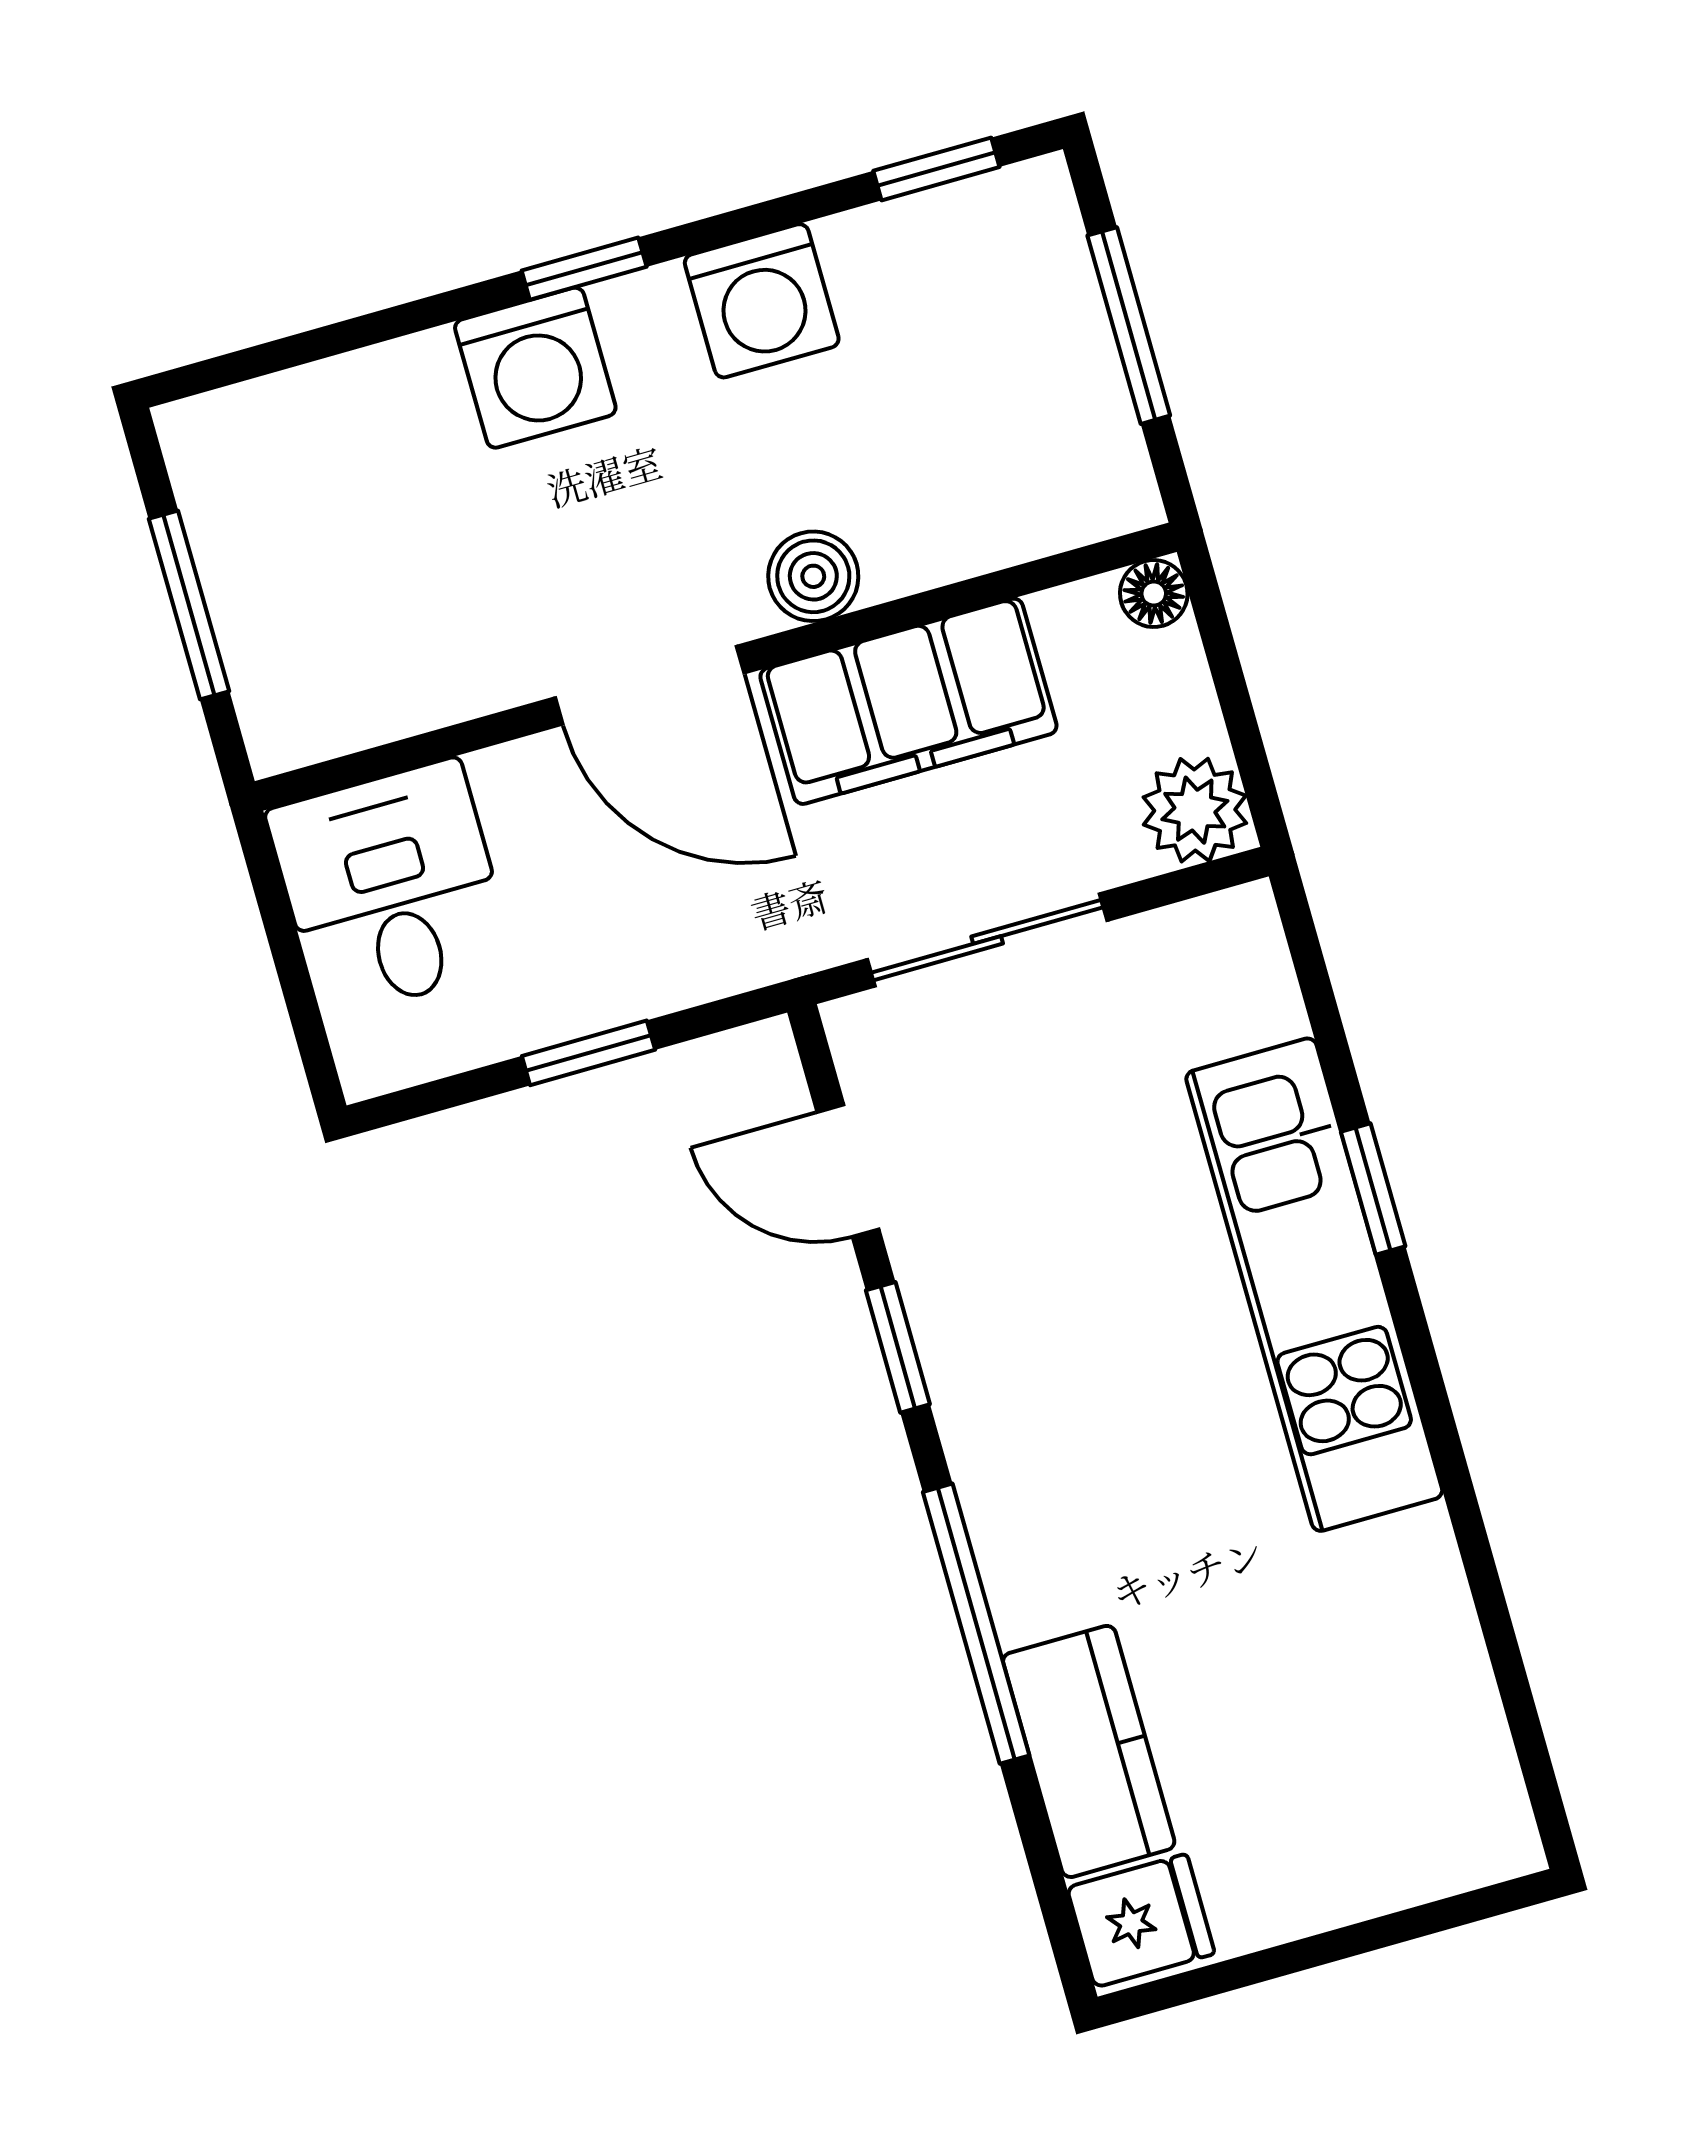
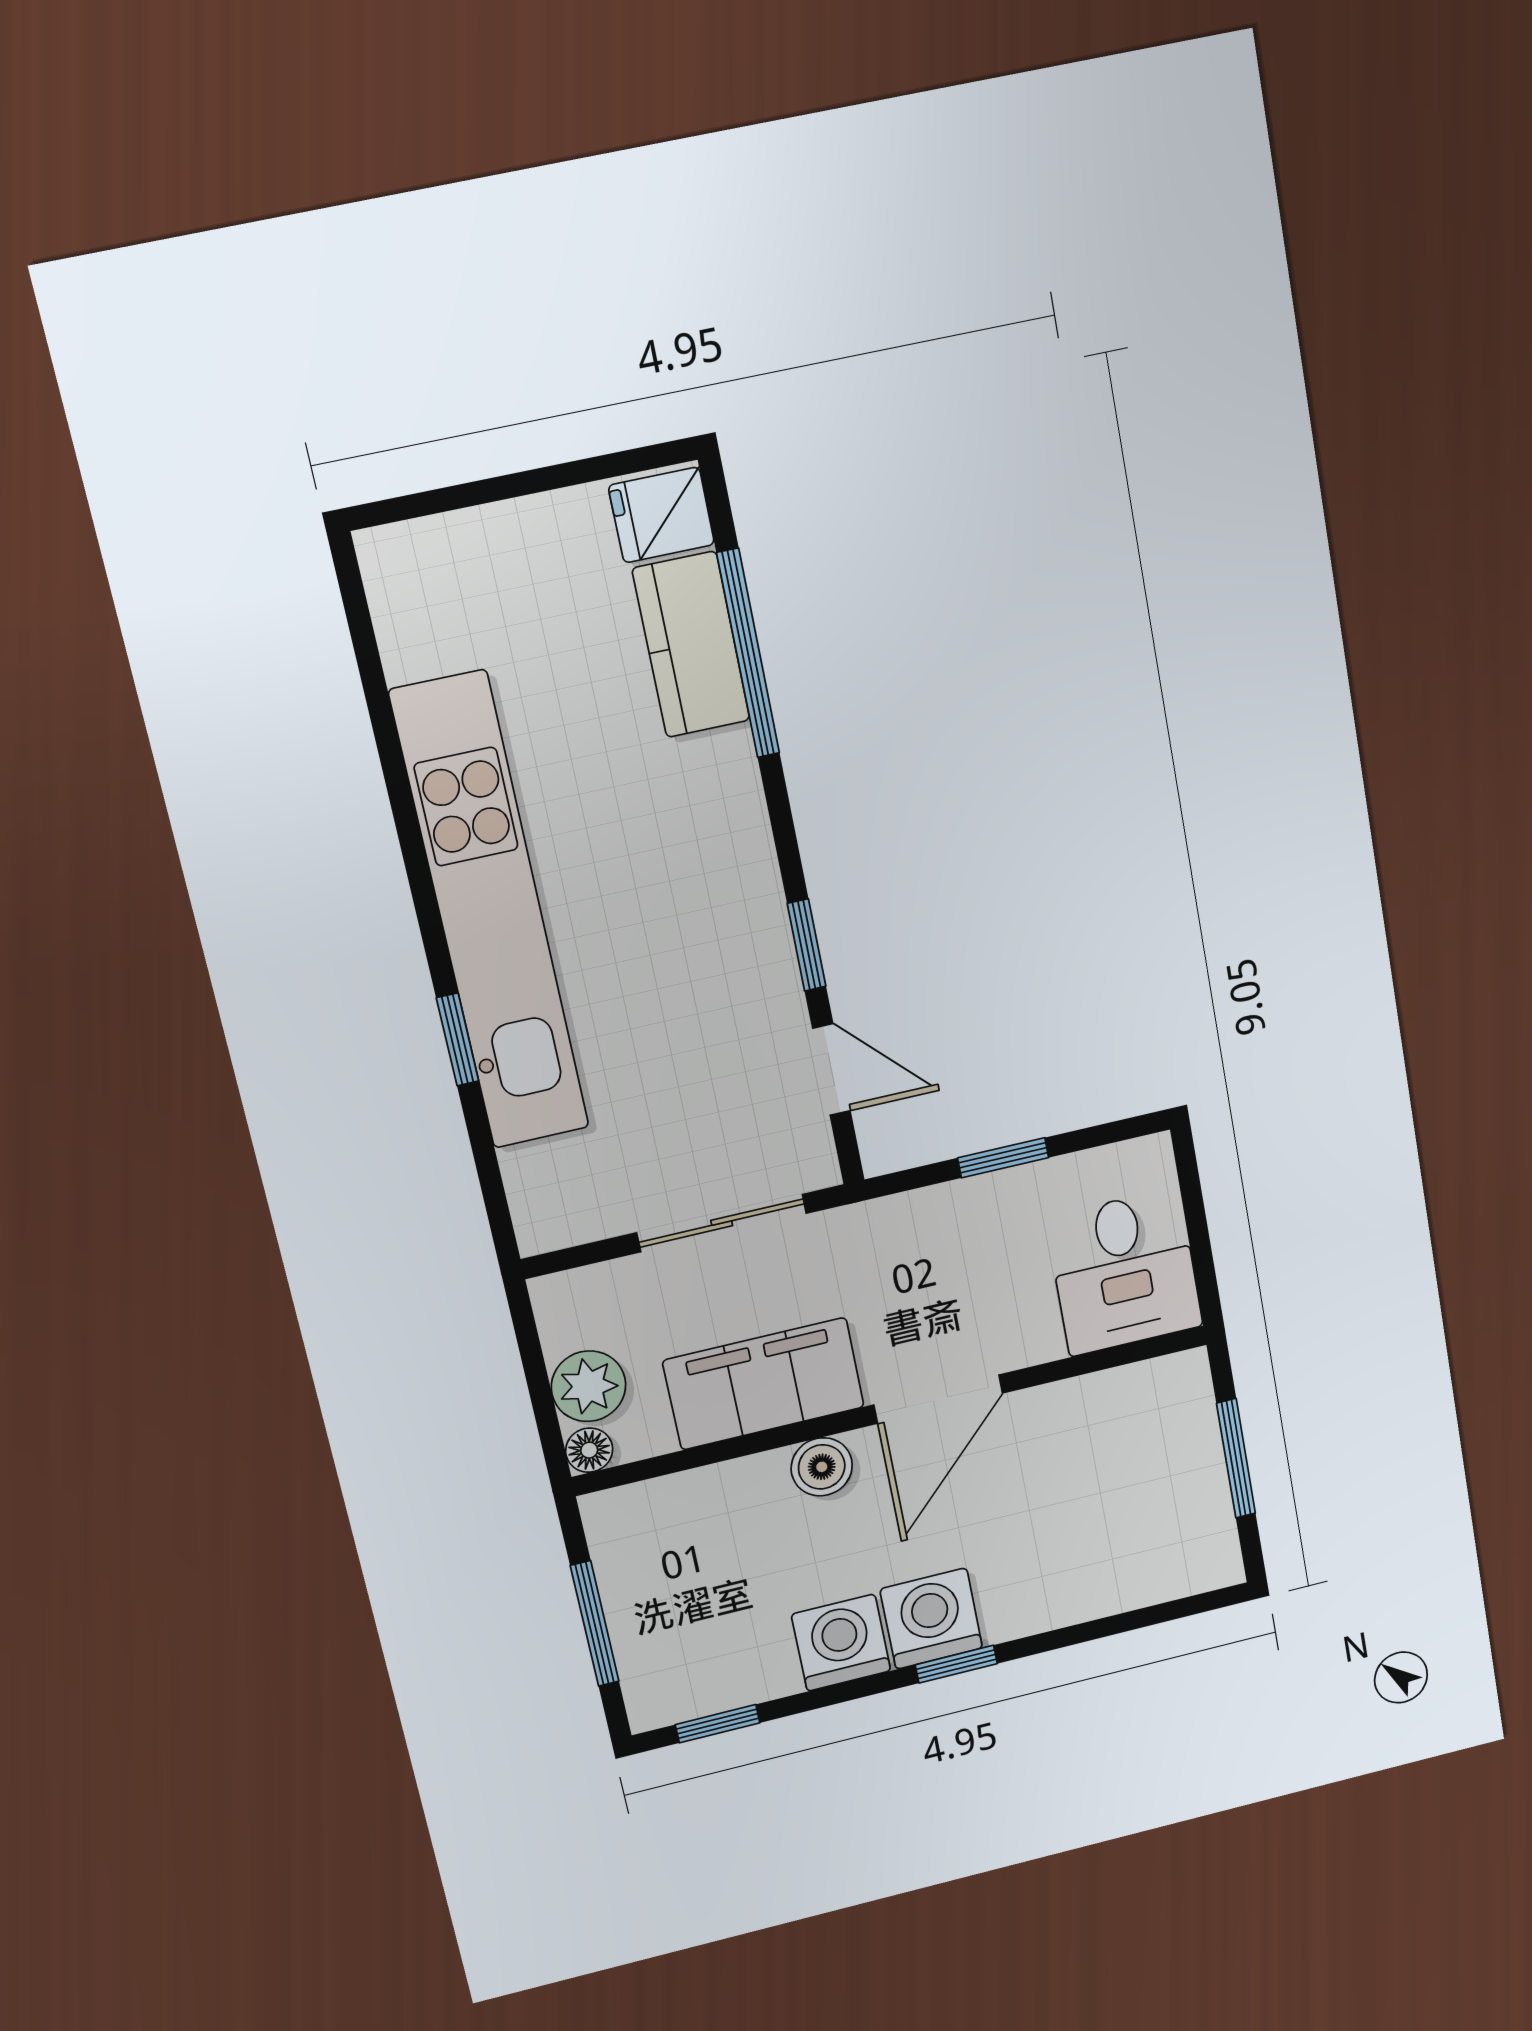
washing machine: (535, 368) -> (931, 1619), moved
door: (650, 685) -> (938, 1399), swing flipped
plant: (1195, 810) -> (588, 1386), moved
kitchen unit: (1314, 1285) -> (490, 913), width x1.36
window: (976, 1624) -> (748, 654), moved

